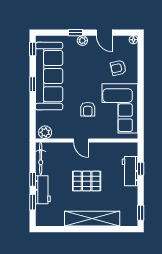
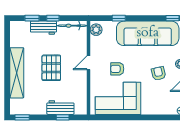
armchair: (118, 68) -> (159, 73), moved
window: (33, 84) -> (119, 18), moved

